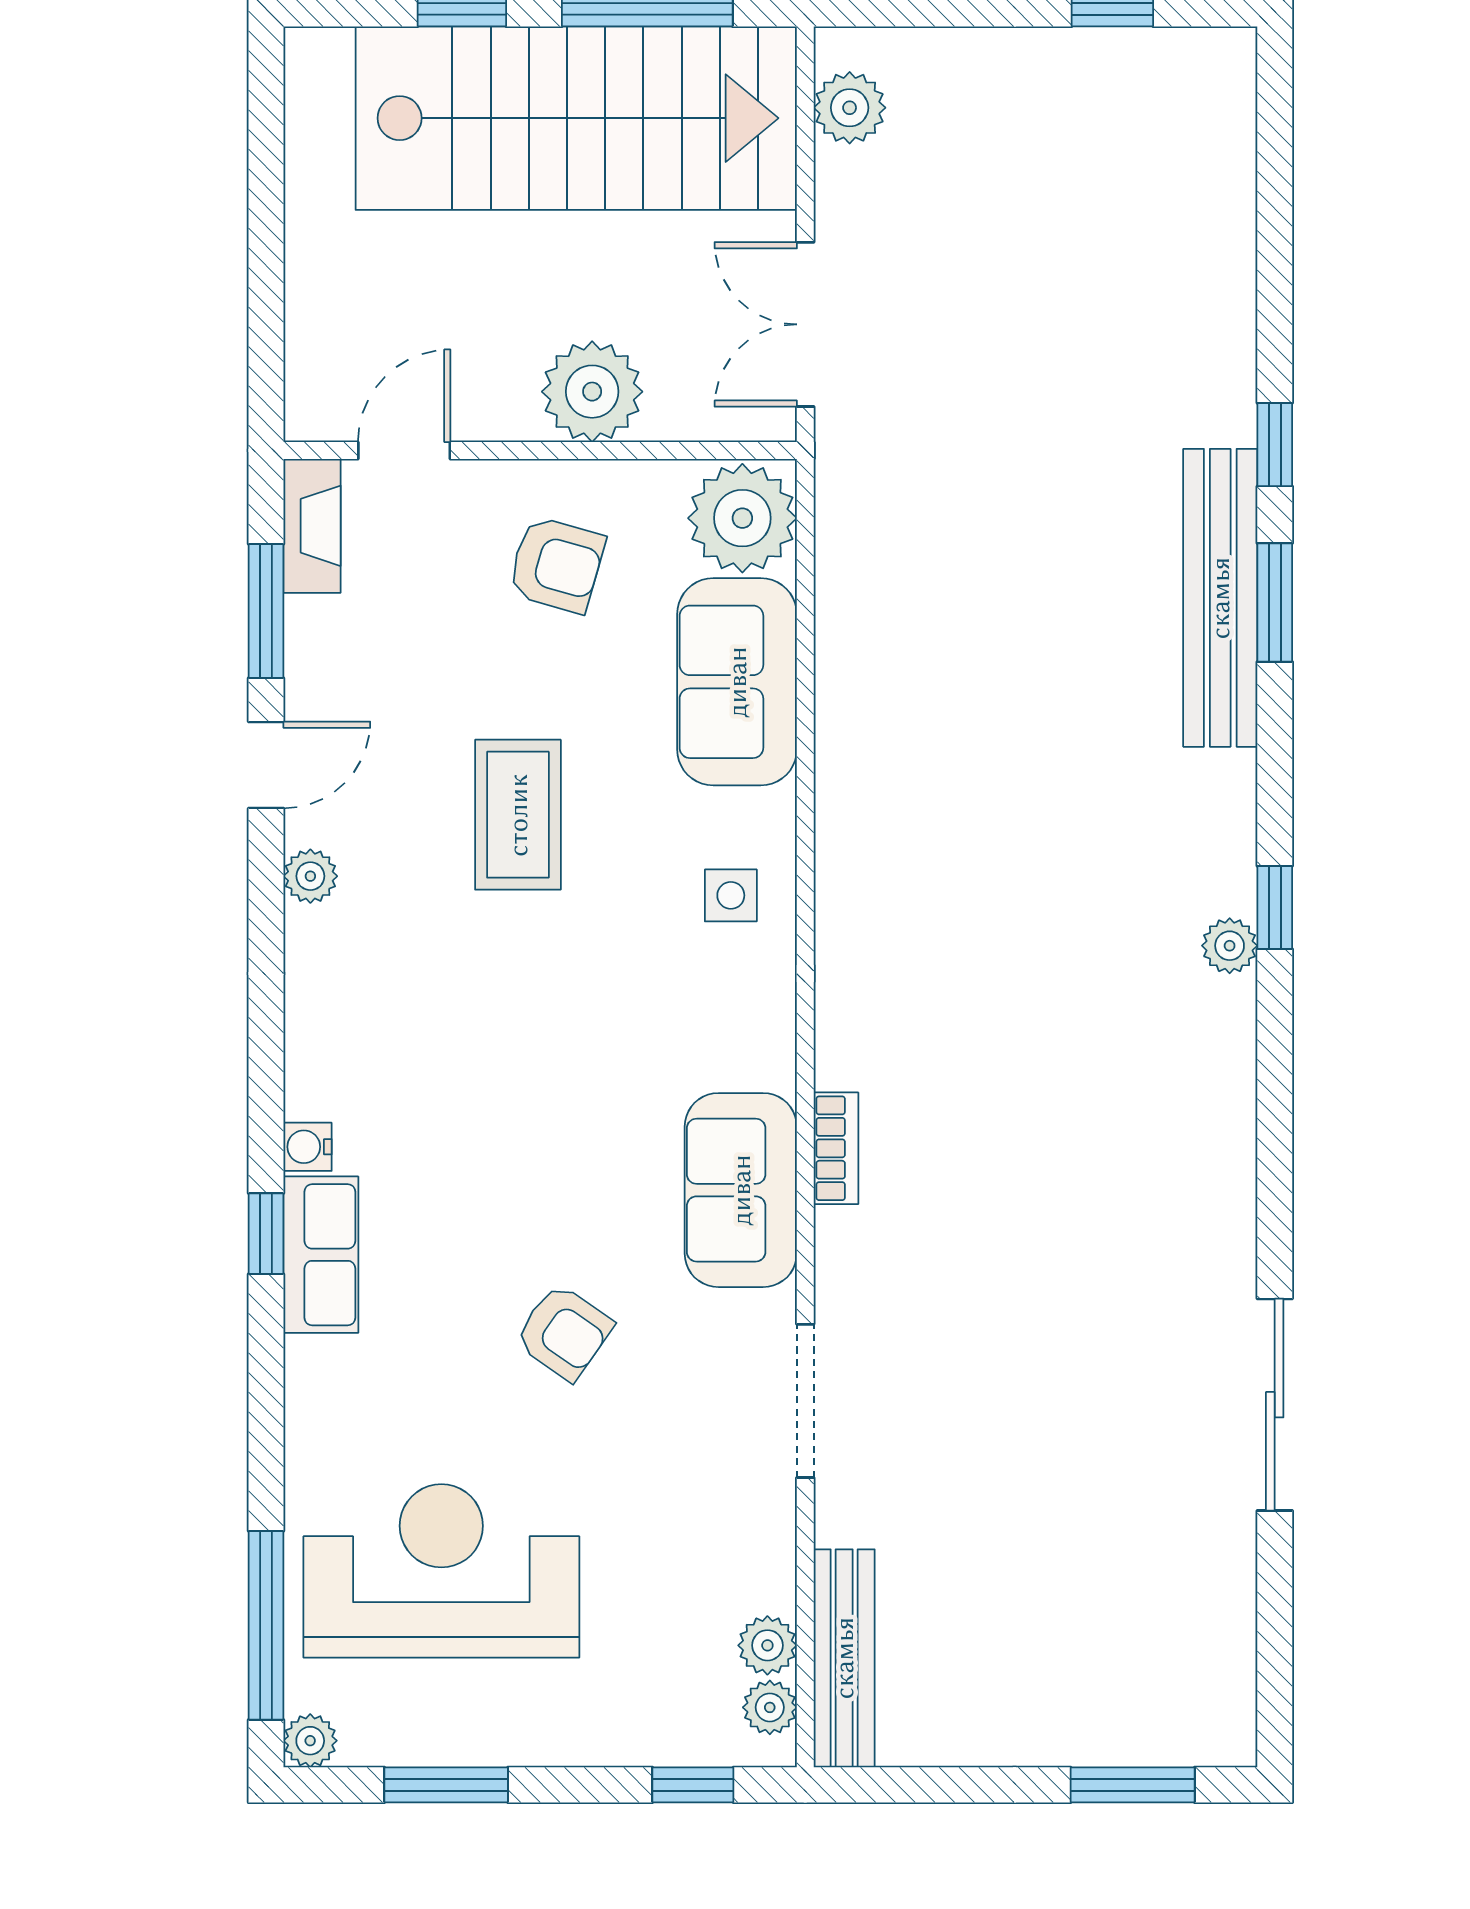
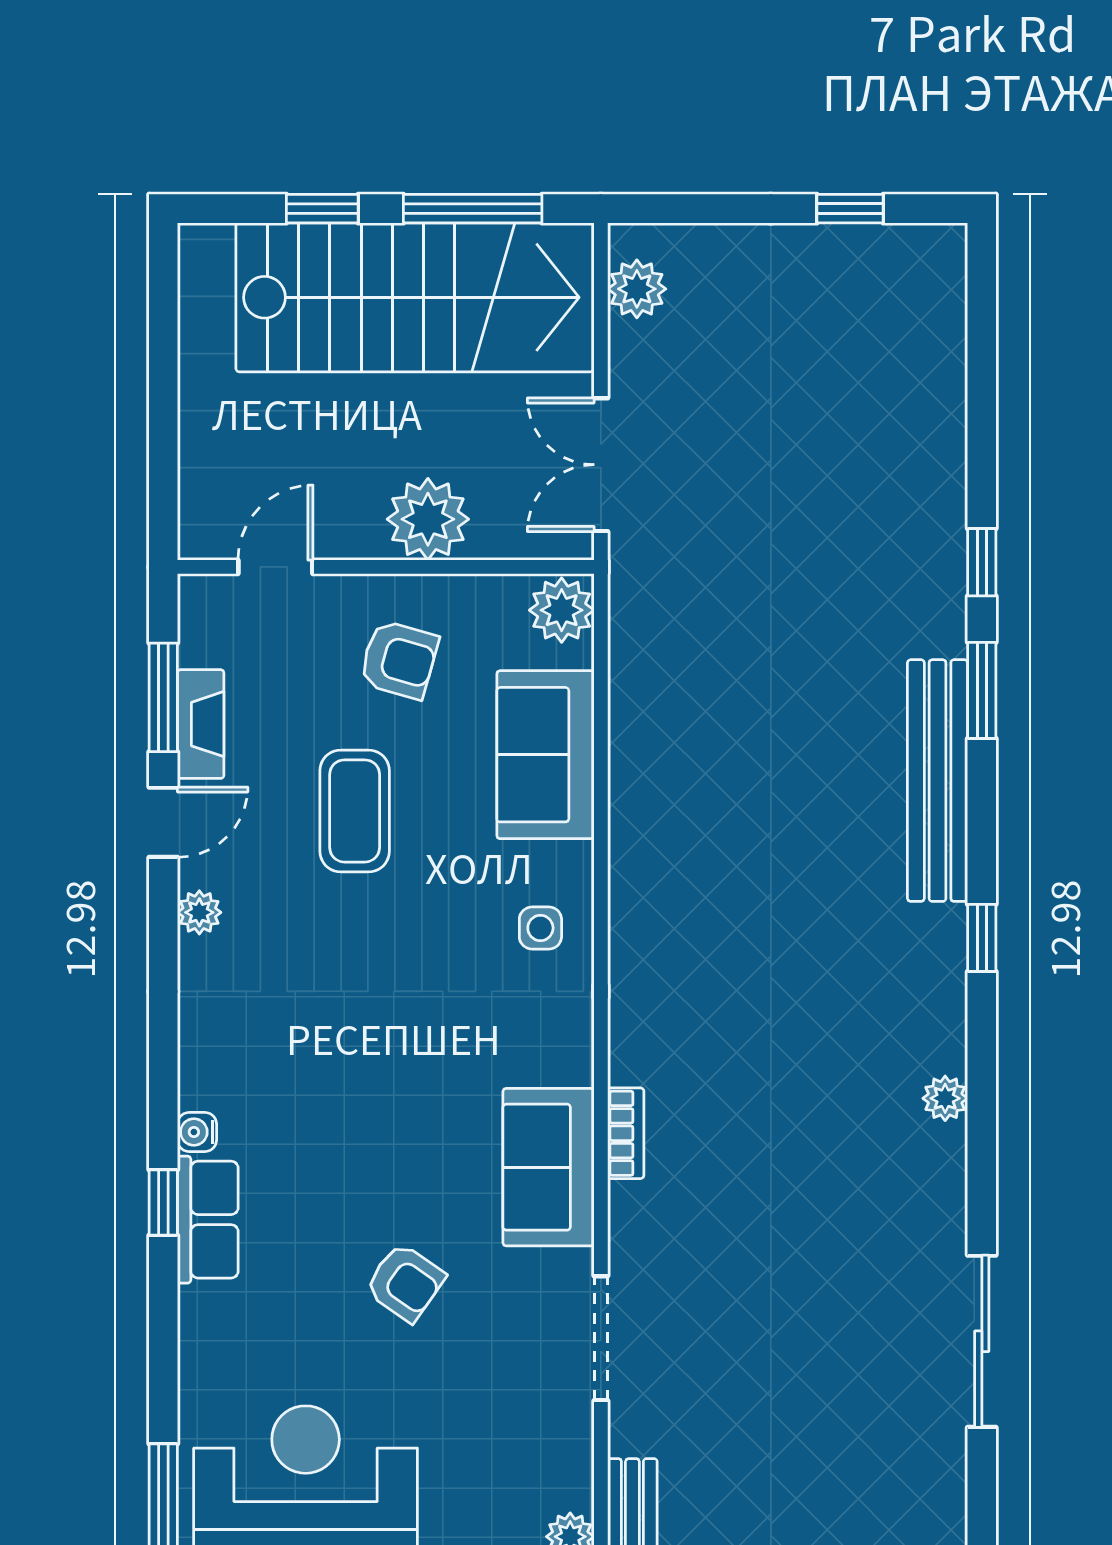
plant: (742, 518) -> (562, 610), width x0.73, depth x0.73
fireplace: (312, 526) -> (201, 724), moved
bench: (1220, 598) -> (938, 781), moved
coffee table: (518, 815) -> (355, 811), moved
plant: (1230, 946) -> (945, 1098), moved

